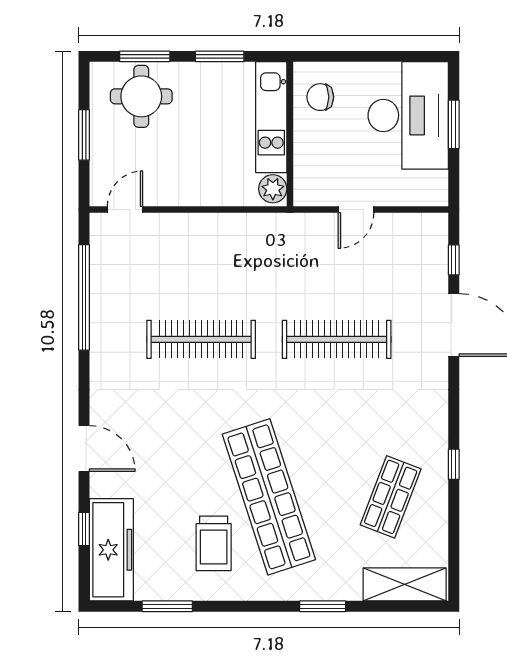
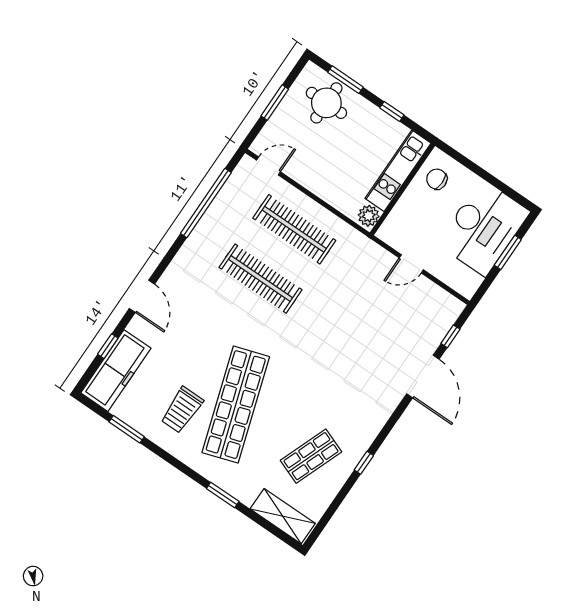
window: (220, 56) -> (392, 111), width x0.67
clothes rail: (337, 339) -> (294, 229), moved

